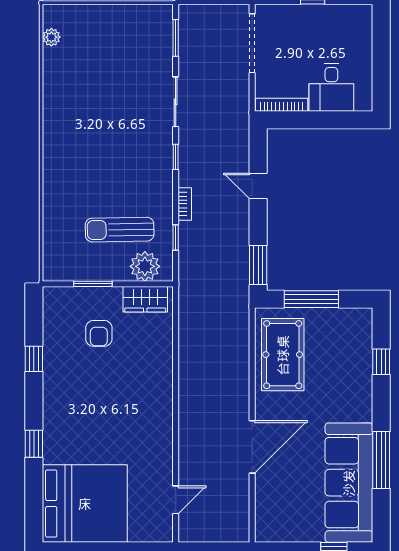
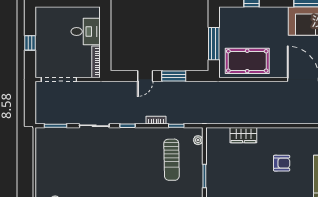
window: (258, 265) -> (174, 76), moved
plant: (145, 266) -> (198, 140), width x0.53, depth x0.53
wardrobe: (145, 299) -> (243, 135), moved, turned 90
armchair: (99, 333) -> (282, 163), moved

